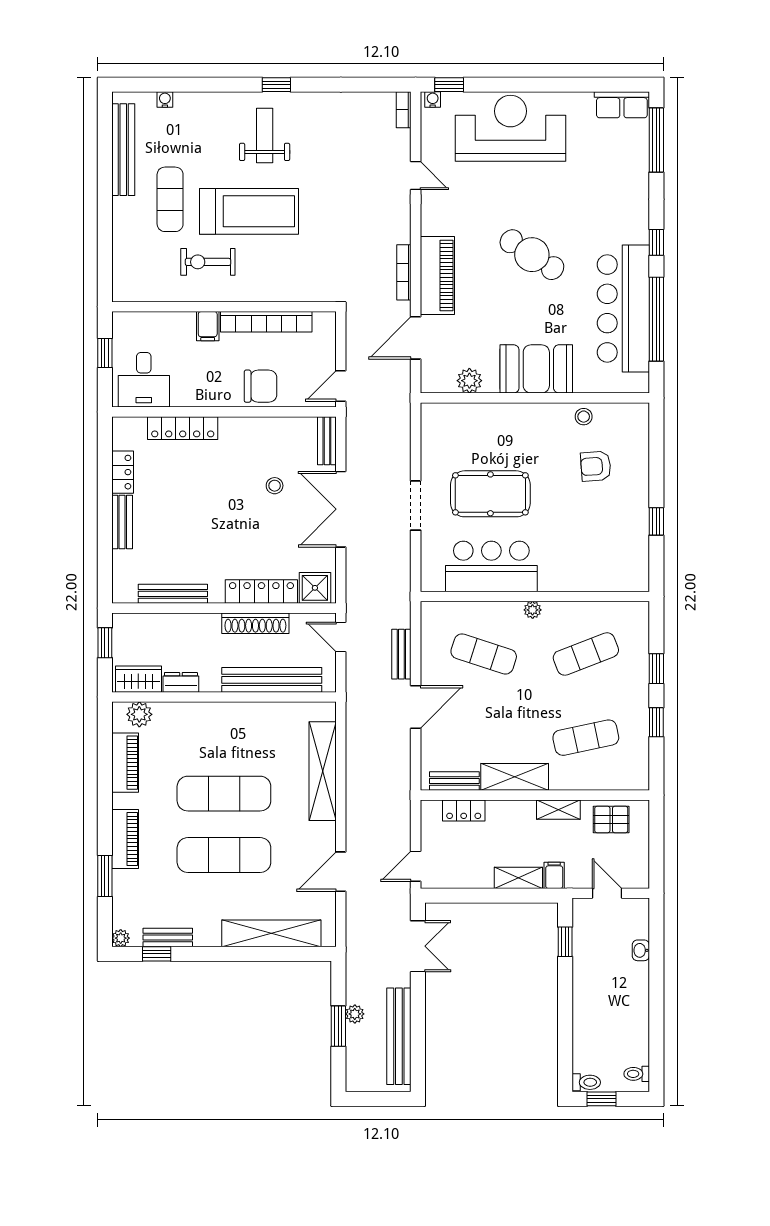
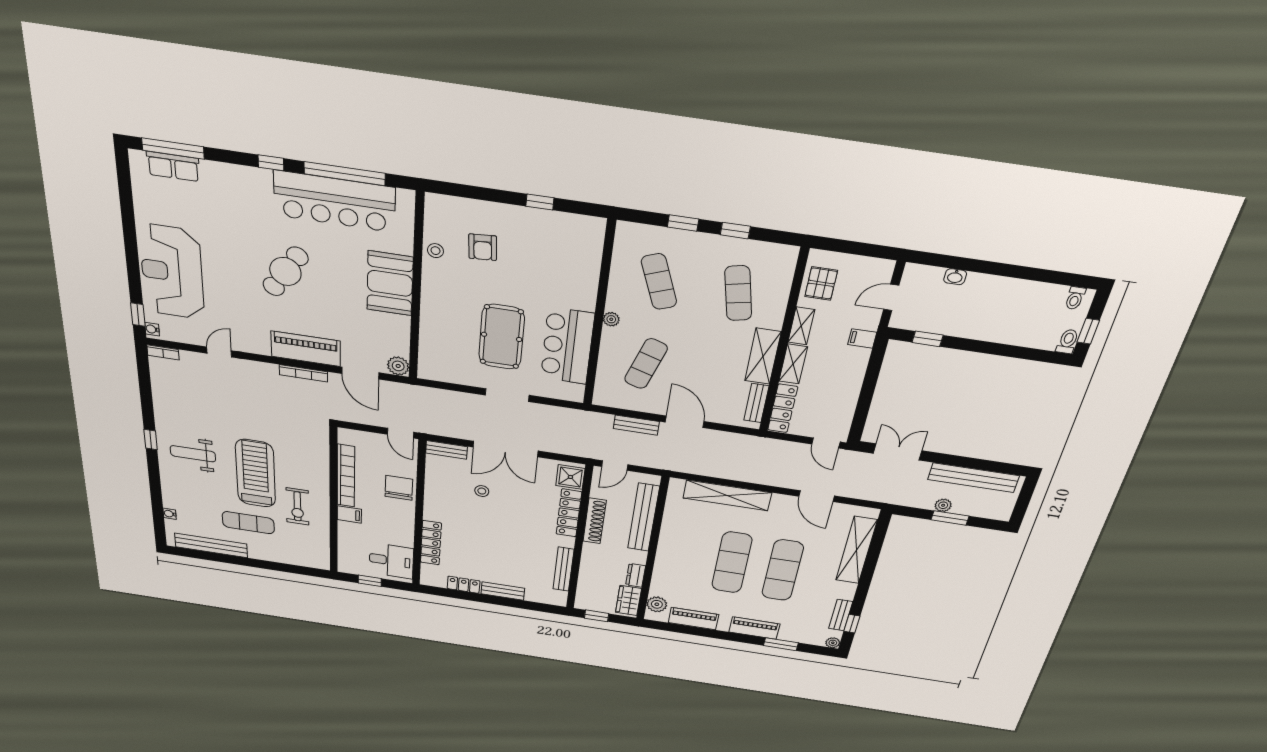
row of seats: (622, 105) -> (173, 166), moved, turned 90
plant: (469, 381) -> (398, 366), moved
locker: (464, 810) -> (783, 408), width x1.53
shelving: (518, 878) -> (793, 364), moved

